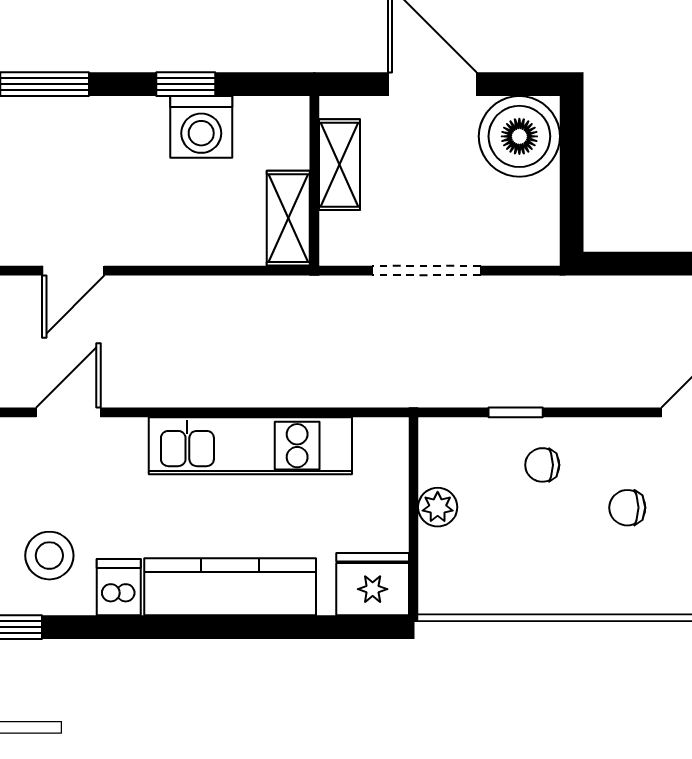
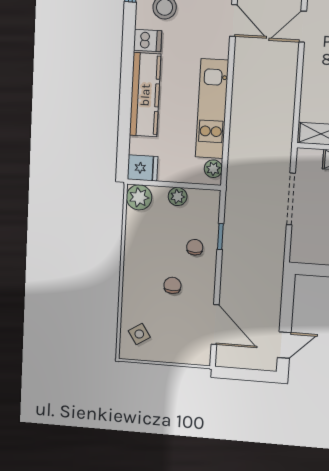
door: (73, 271) -> (303, 27), hinge flipped
plant: (374, 436) -> (213, 169), added
fridge: (373, 584) -> (143, 168), width x0.72
plant: (445, 588) -> (139, 197), added

